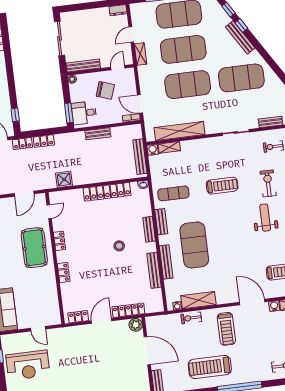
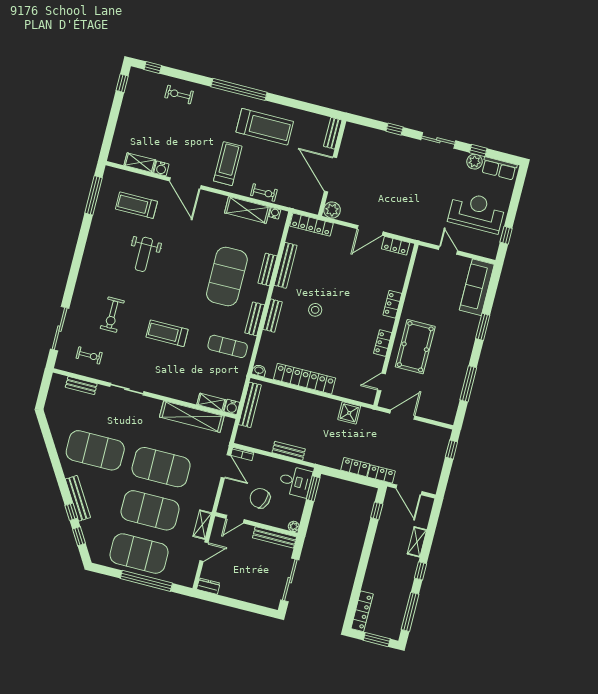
weight bench: (265, 218) -> (144, 254), moved
bench: (166, 262) -> (268, 270), width x0.73
locker: (128, 310) -> (312, 225), moved

